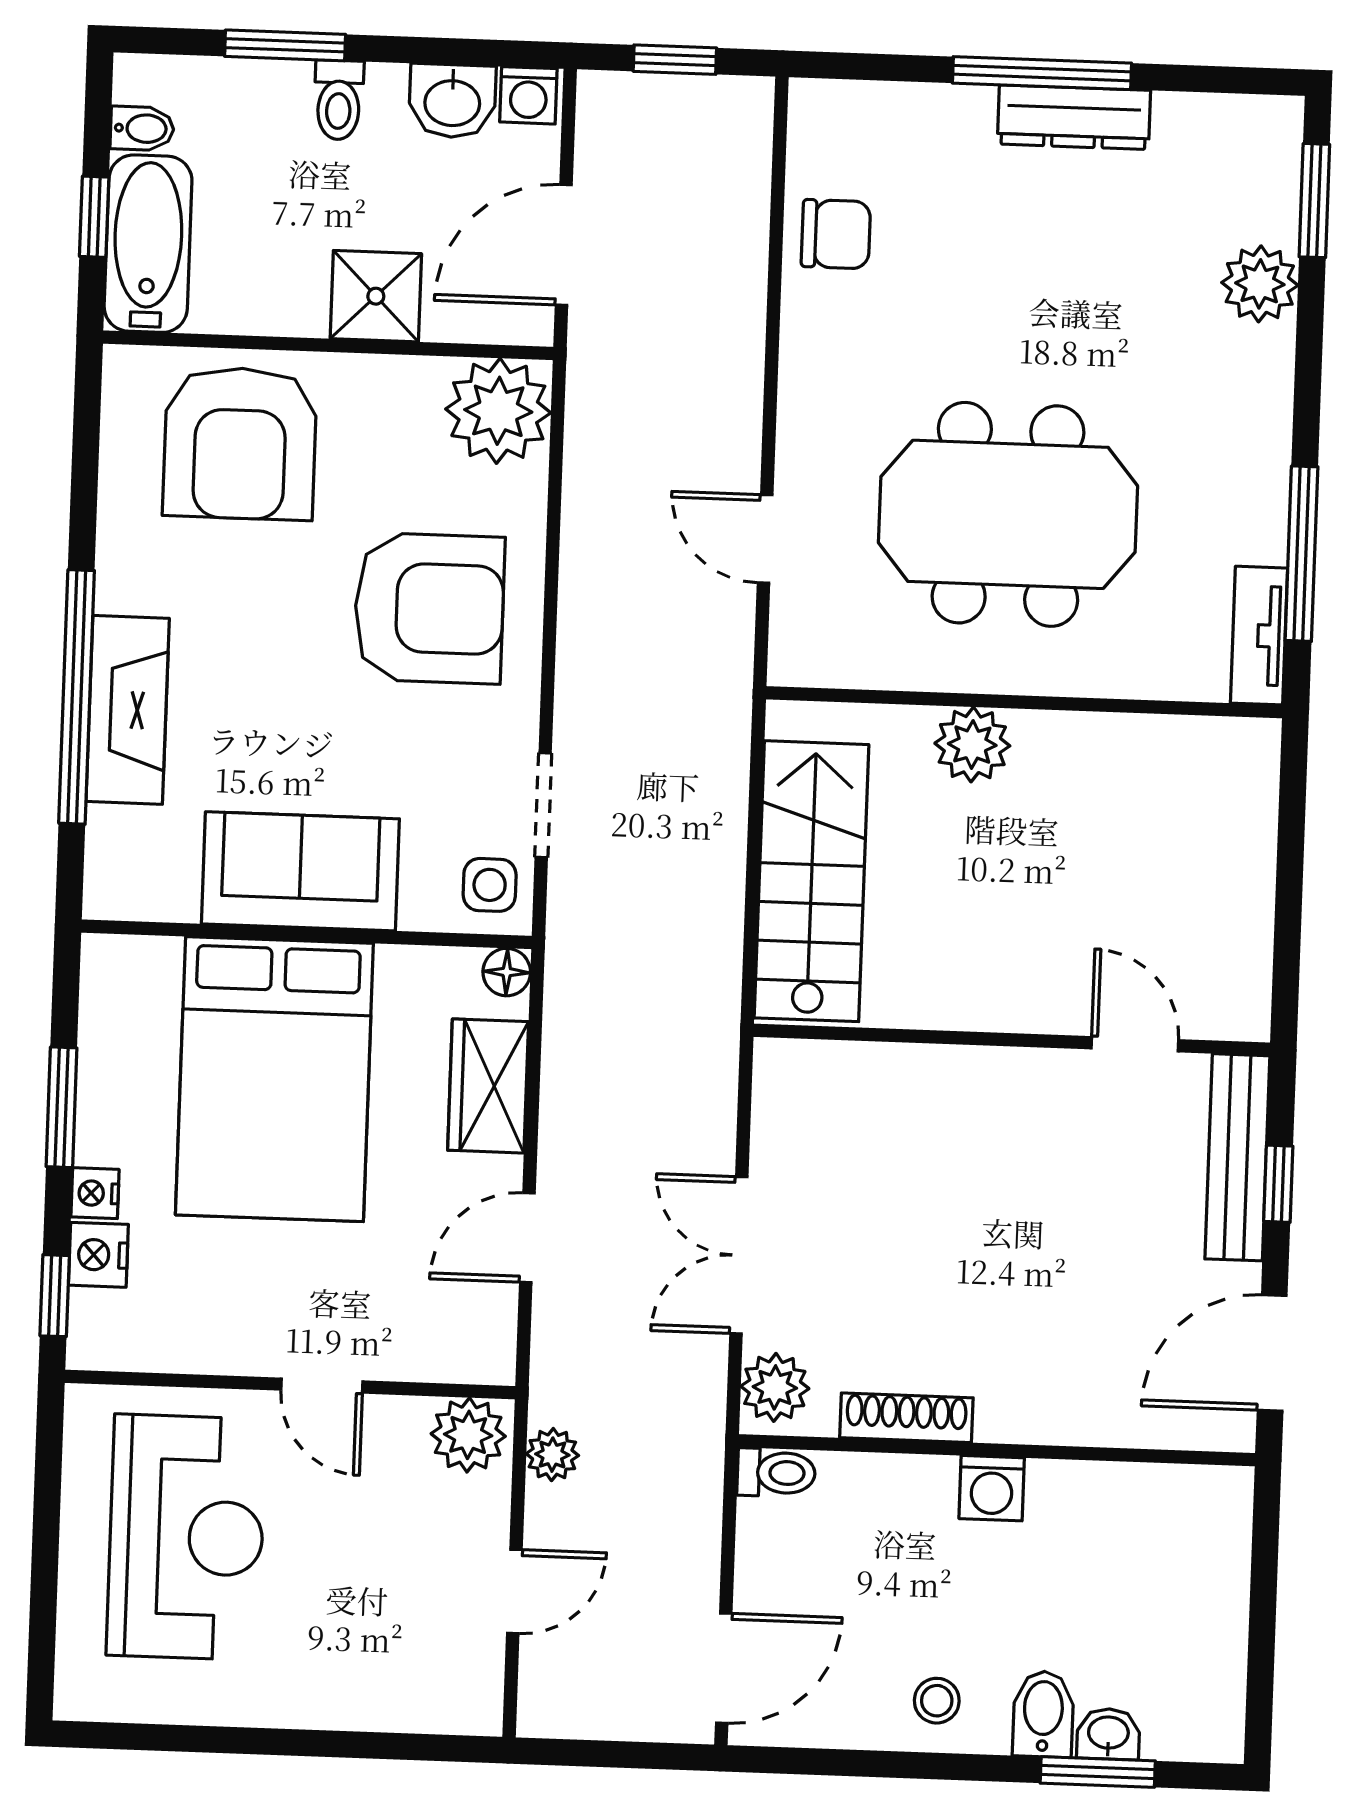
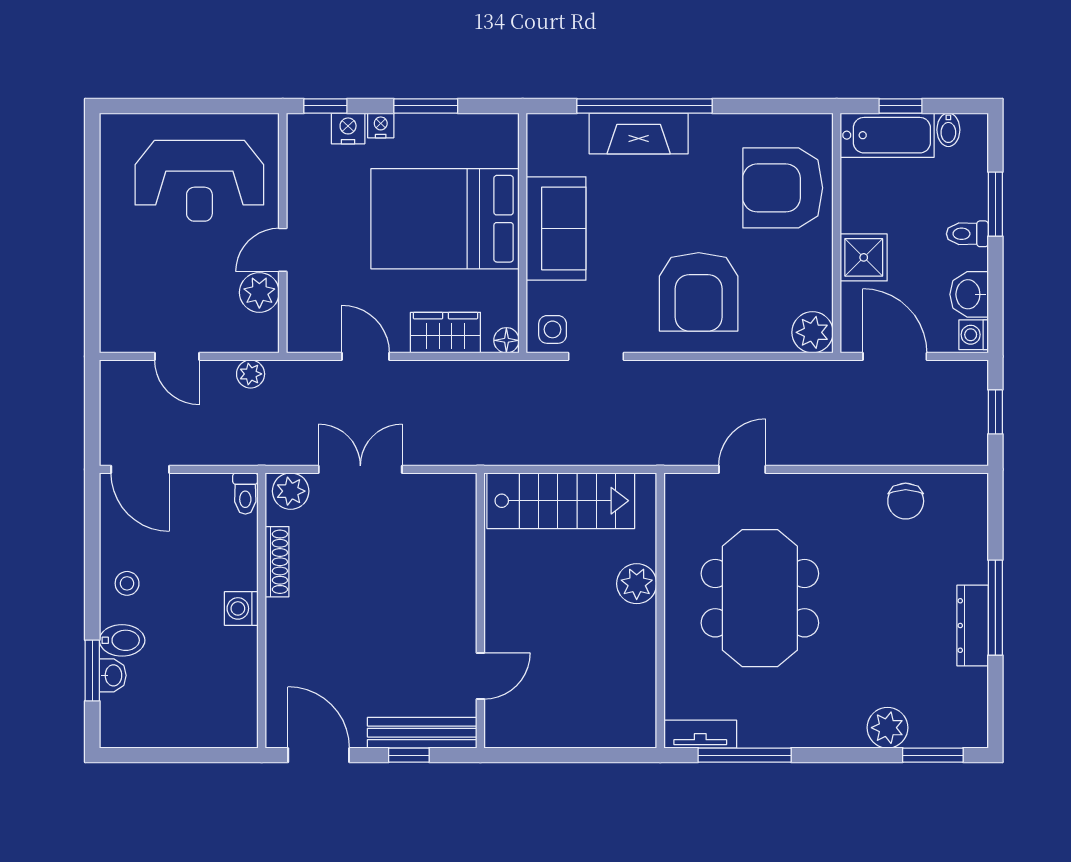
plant: (498, 411) -> (813, 332), width x0.73, depth x0.73
plant: (468, 1435) -> (259, 292), moved

